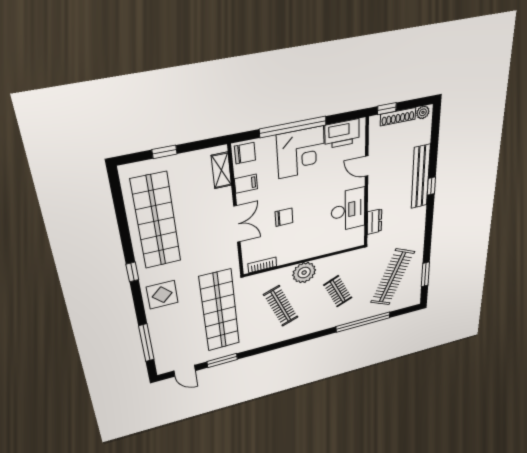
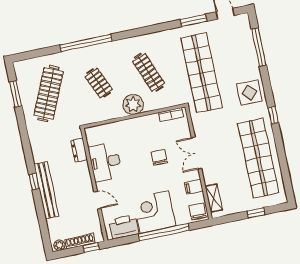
chair: (245, 153) -> (198, 212), turned 90
chair: (284, 217) -> (159, 157), turned 90
window: (363, 322) -> (86, 43), moved

